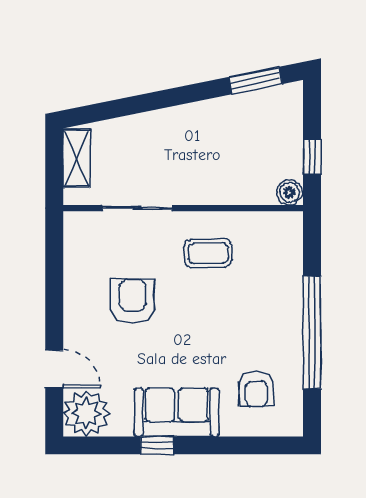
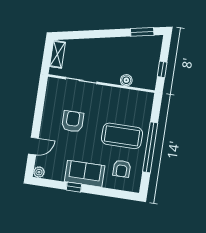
boiler: (290, 192) -> (126, 80), moved
coffee table: (208, 253) -> (122, 136), moved, width x1.86, depth x1.72
door: (54, 369) -> (33, 146), hinge flipped
plant: (86, 413) -> (39, 172), width x0.53, depth x0.53

